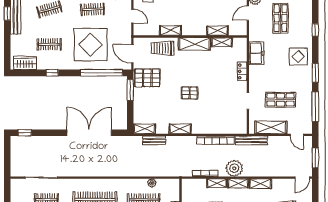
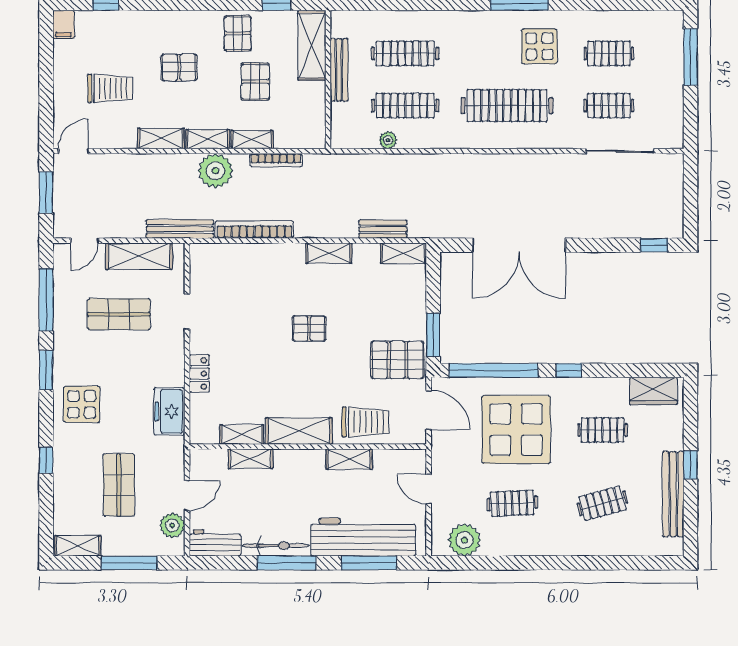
window: (7, 14) -> (691, 465), moved
window: (52, 73) -> (569, 370), moved
door: (297, 135) -> (84, 241), swing flipped

